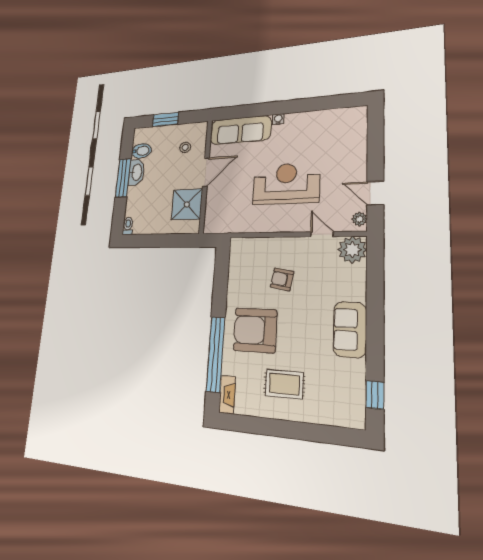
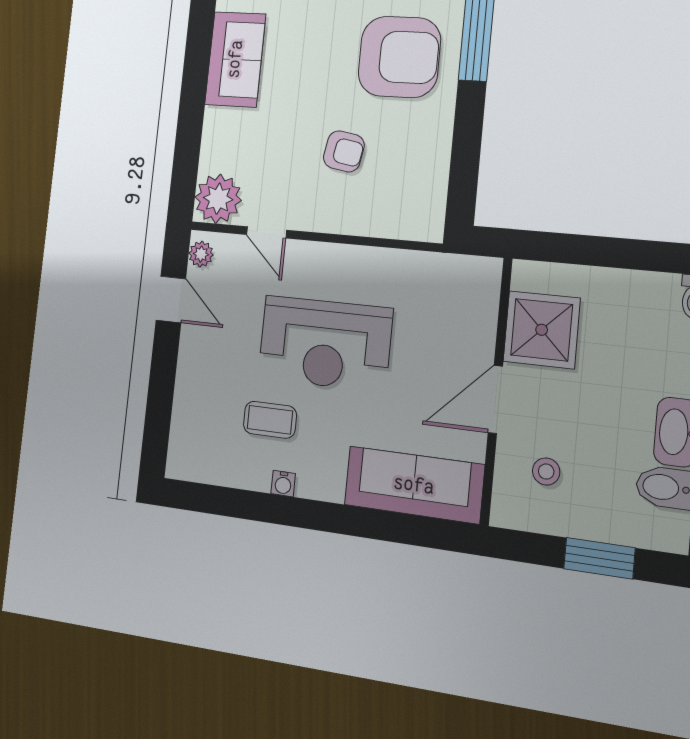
water cooler: (278, 119) -> (283, 484), moved
coffee table: (312, 144) -> (270, 420), added

